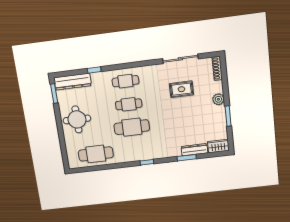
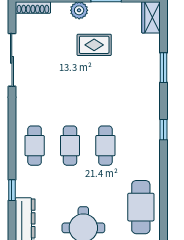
rug: (181, 89) -> (94, 45), moved, turned 90
cafe table: (132, 127) -> (105, 146), width x0.73, depth x0.74
dresser: (194, 150) -> (152, 54), removed

